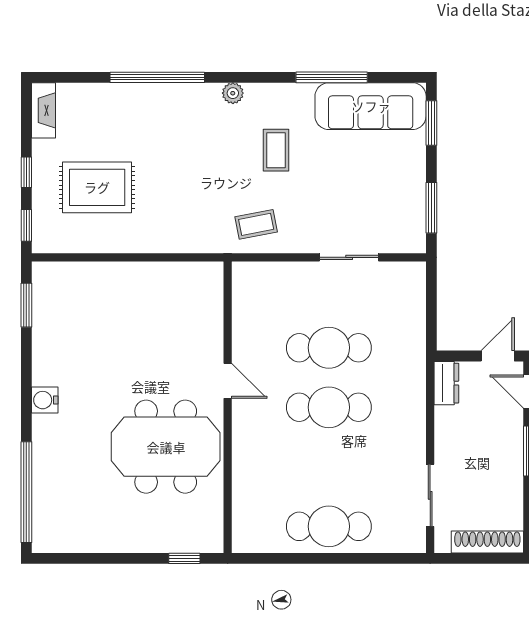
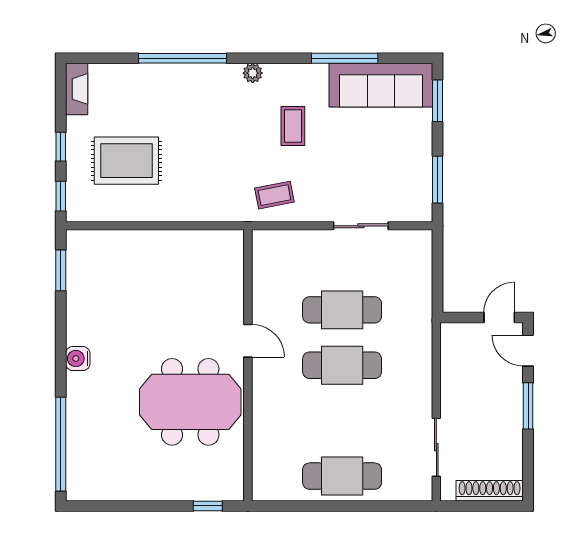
dresser: (446, 383) -> (451, 343), removed

